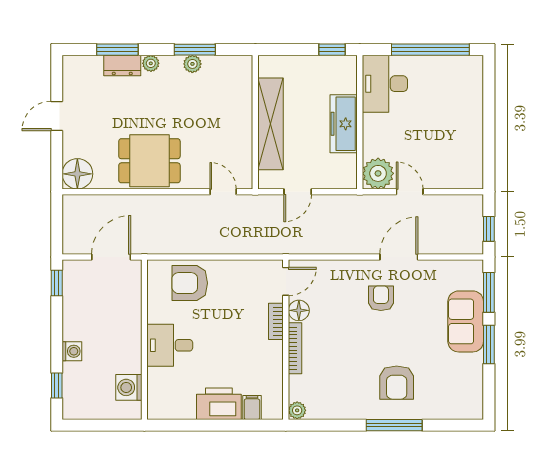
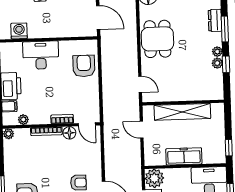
window: (117, 50) -> (225, 29), moved
window: (195, 50) -> (226, 64), width x0.67
plant: (151, 63) -> (217, 52), moved
door: (223, 192) -> (140, 84), hinge flipped
desk: (170, 345) -> (41, 55), width x1.37
plant: (275, 385) -> (23, 120), added

